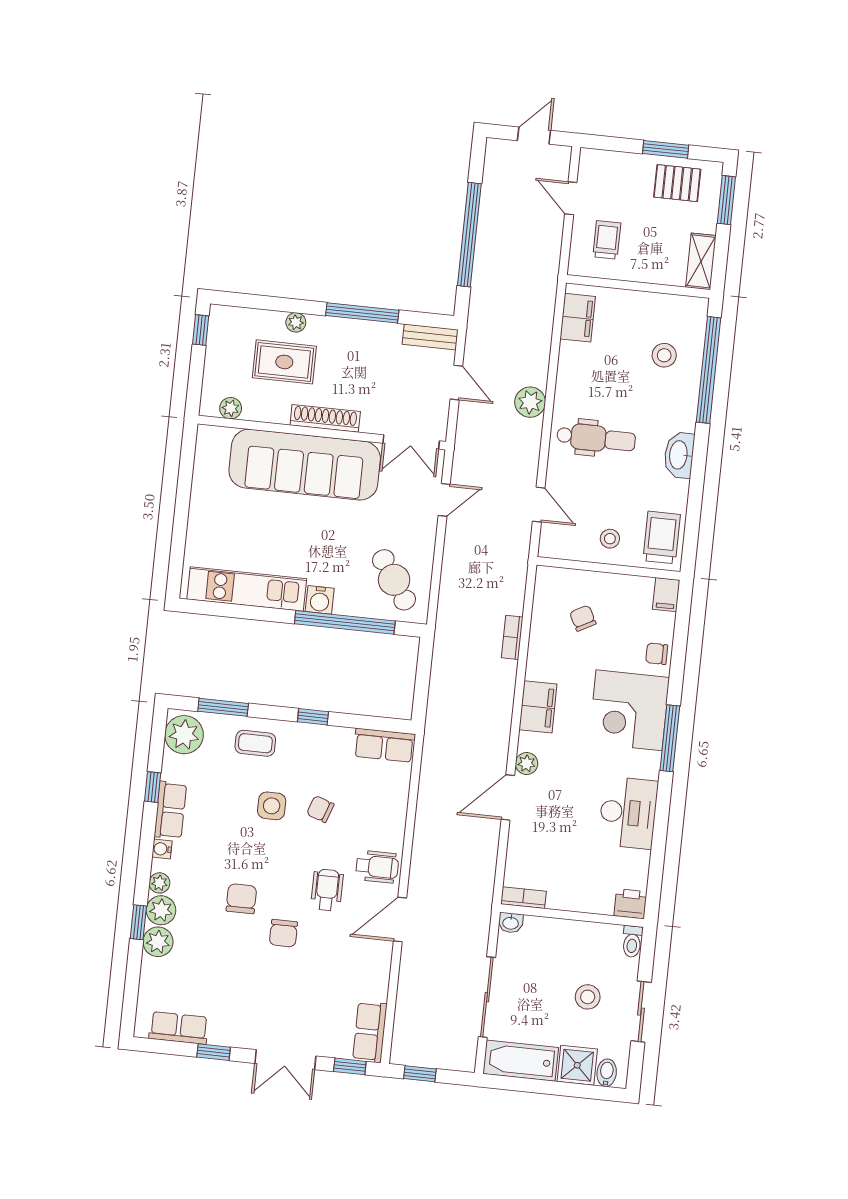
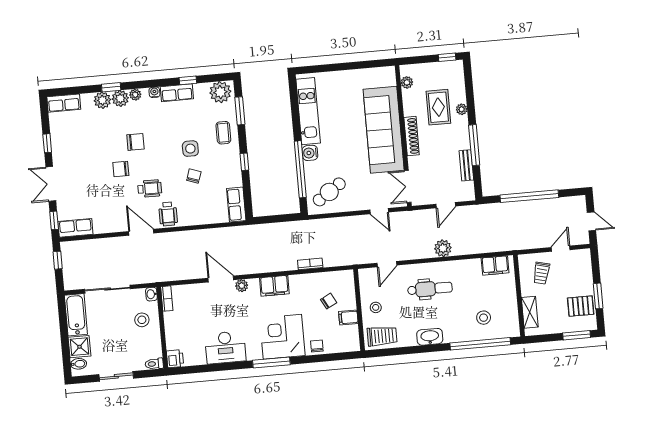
pallet: (677, 183) -> (581, 306), turned 90
trolley: (607, 240) -> (541, 273), turned 104
shelving: (701, 261) -> (530, 312), moved, turned 90
bench: (430, 337) -> (466, 165), moved
dental chair: (596, 438) -> (430, 289), turned -90
filing cabinet: (666, 595) -> (348, 318), moved
stool: (588, 997) -> (142, 320), moved
row of seats: (179, 1028) -> (64, 103), moved, turned 90

